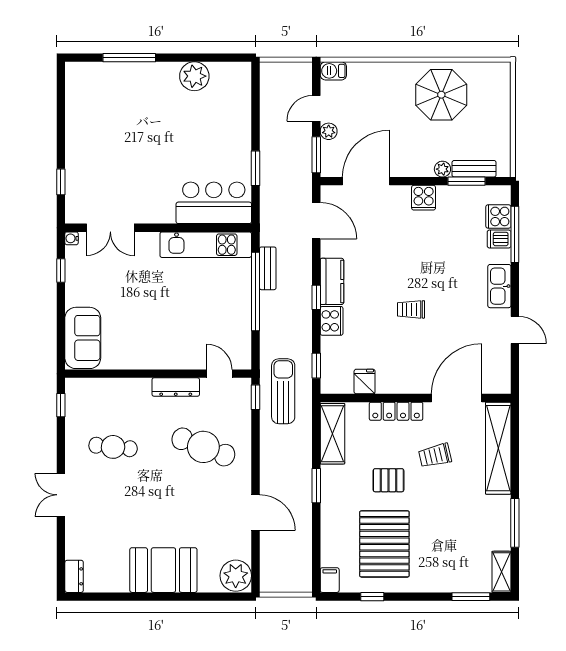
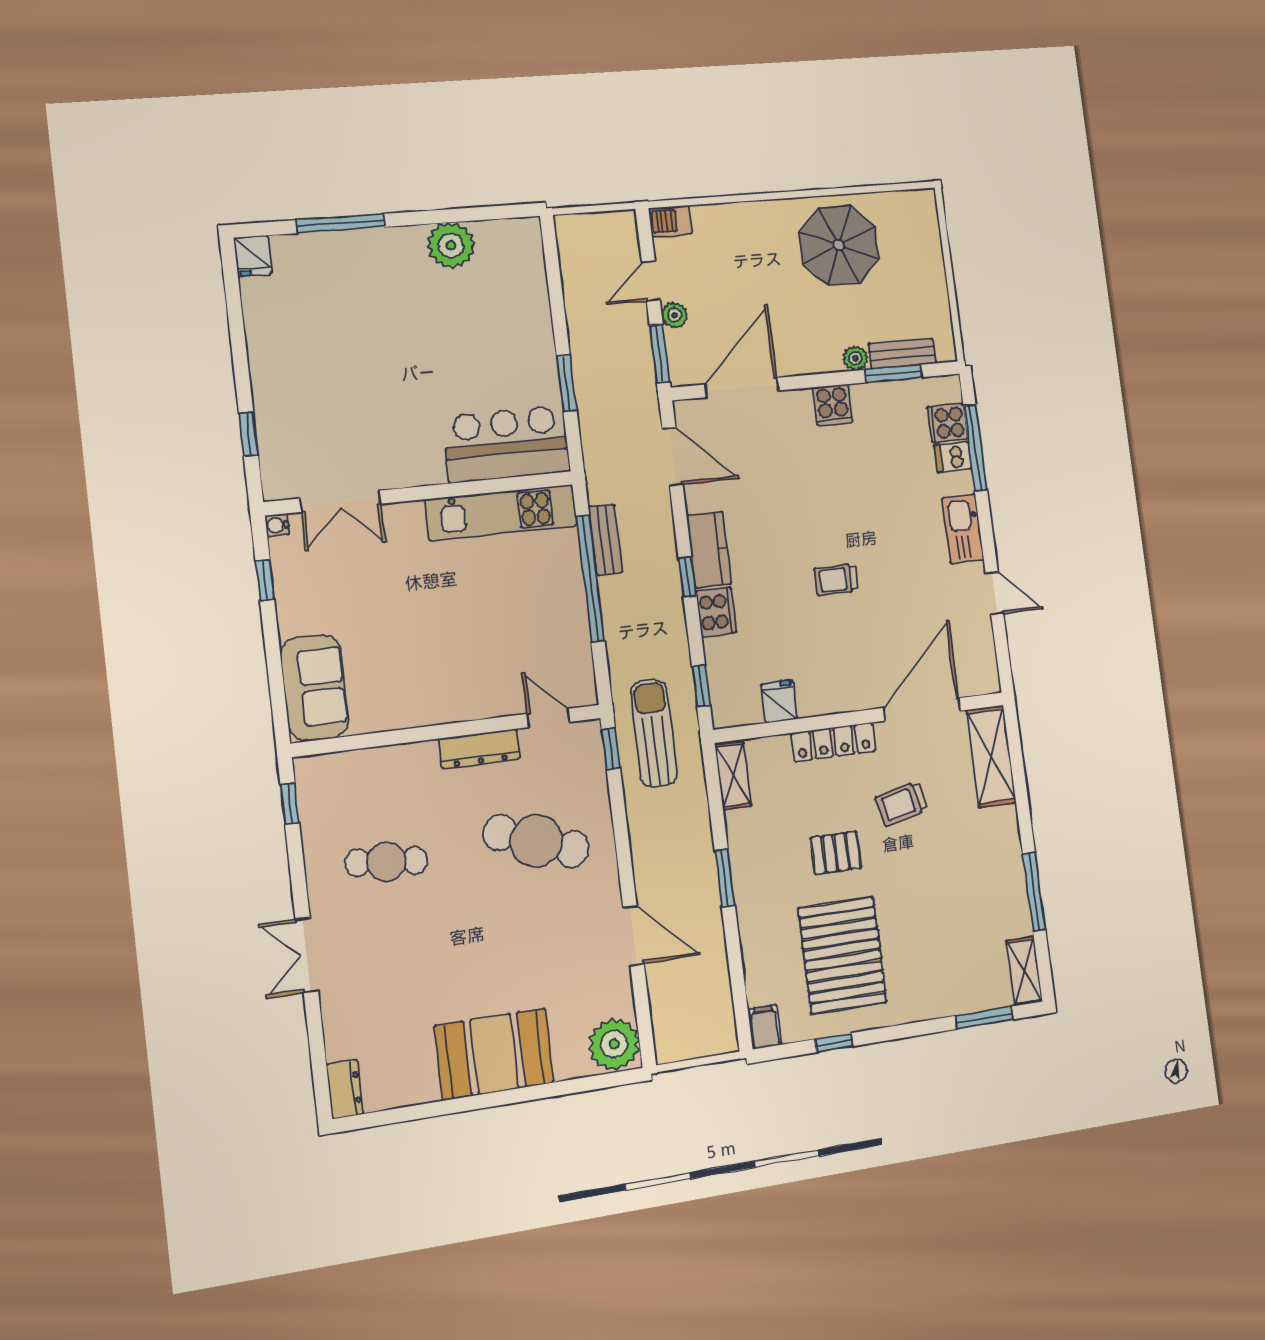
fridge: (75, 74) -> (253, 256), added
shelving: (332, 434) -> (733, 775), width x0.67, depth x0.75
shelving: (498, 448) -> (991, 756), width x0.68

